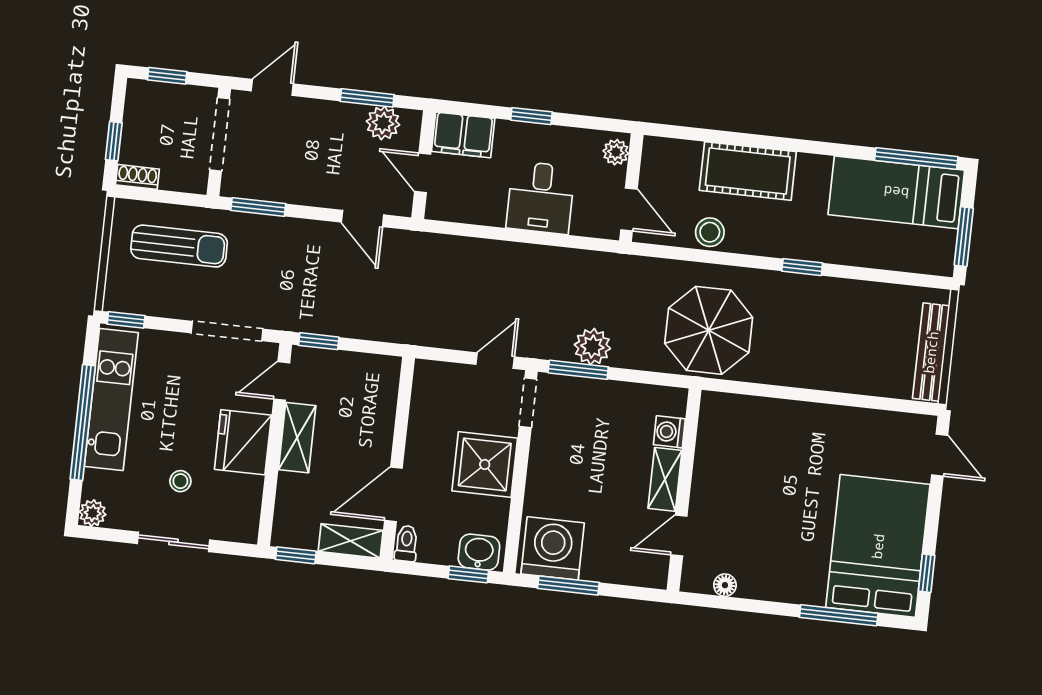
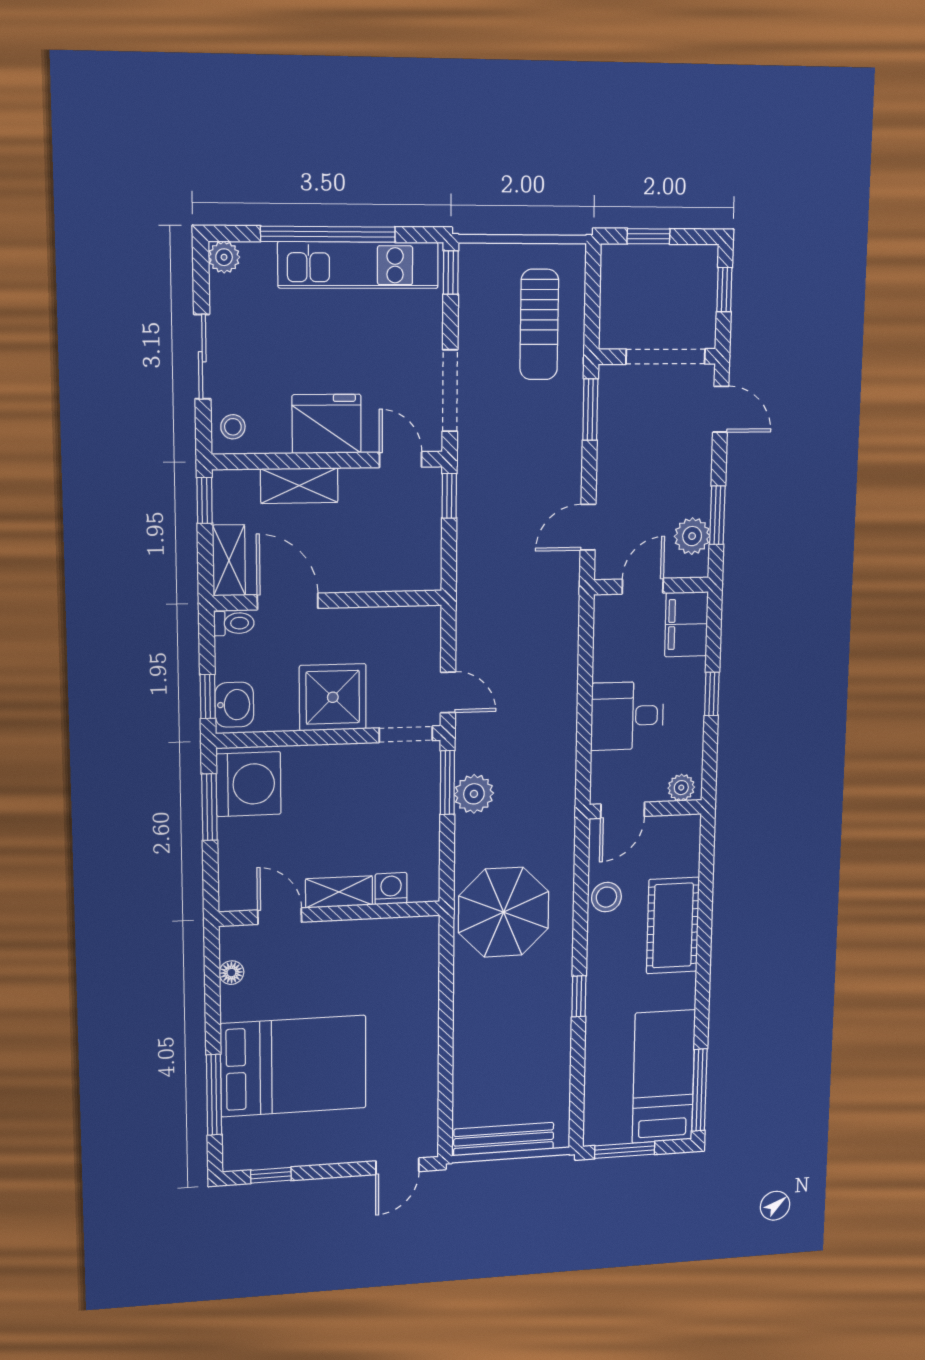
shoe rack: (137, 177) -> (611, 268), removed
shelving: (297, 438) -> (299, 486), moved
stool: (180, 481) -> (233, 427), moved
bed: (878, 546) -> (294, 1066), moved

